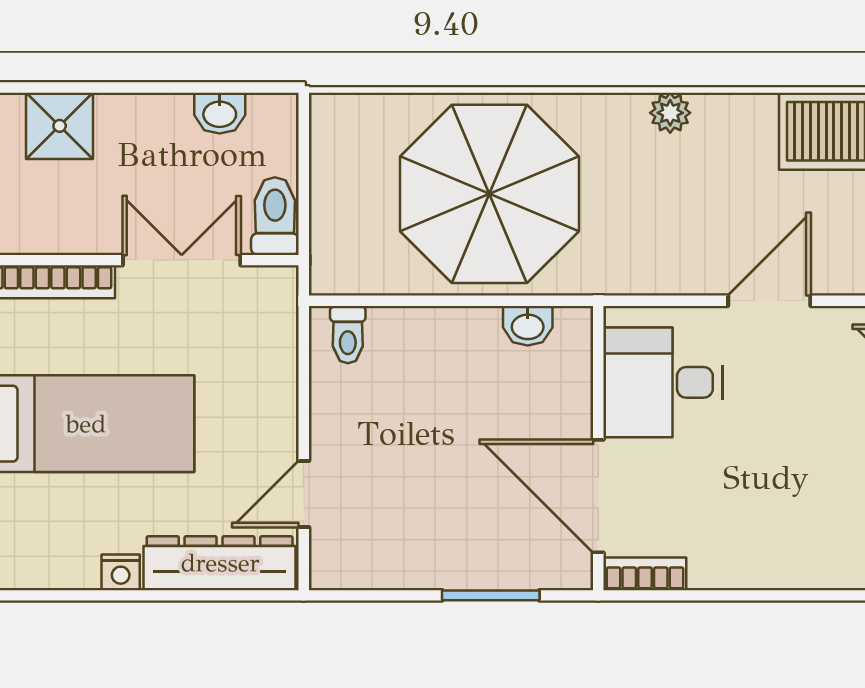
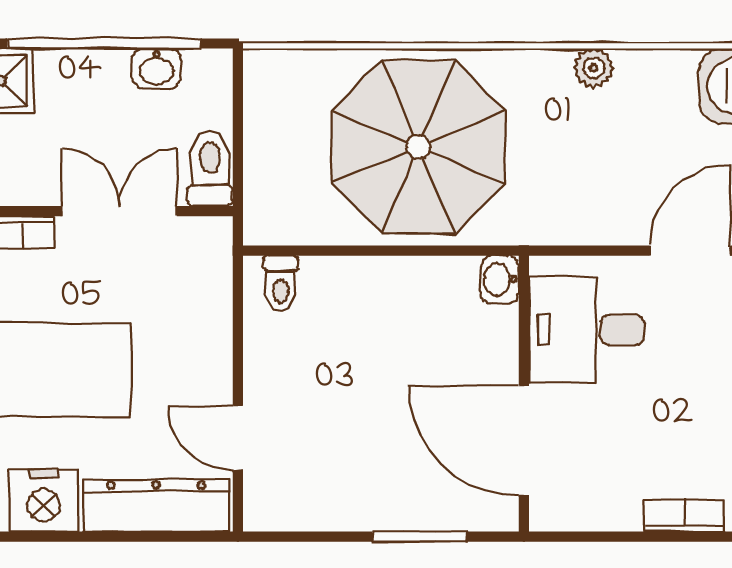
window: (166, 87) -> (104, 43), added
washbasin: (528, 326) -> (500, 279), moved, turned 90
door: (304, 494) -> (238, 438), hinge flipped
nightstand: (121, 572) -> (44, 500), width x1.89, depth x1.79
bookcase: (645, 574) -> (684, 516), moved

